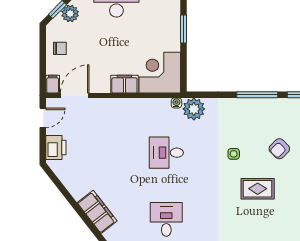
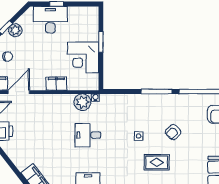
corner desk: (160, 73) -> (83, 57), moved, turned -90
plant: (194, 109) -> (82, 102), moved

